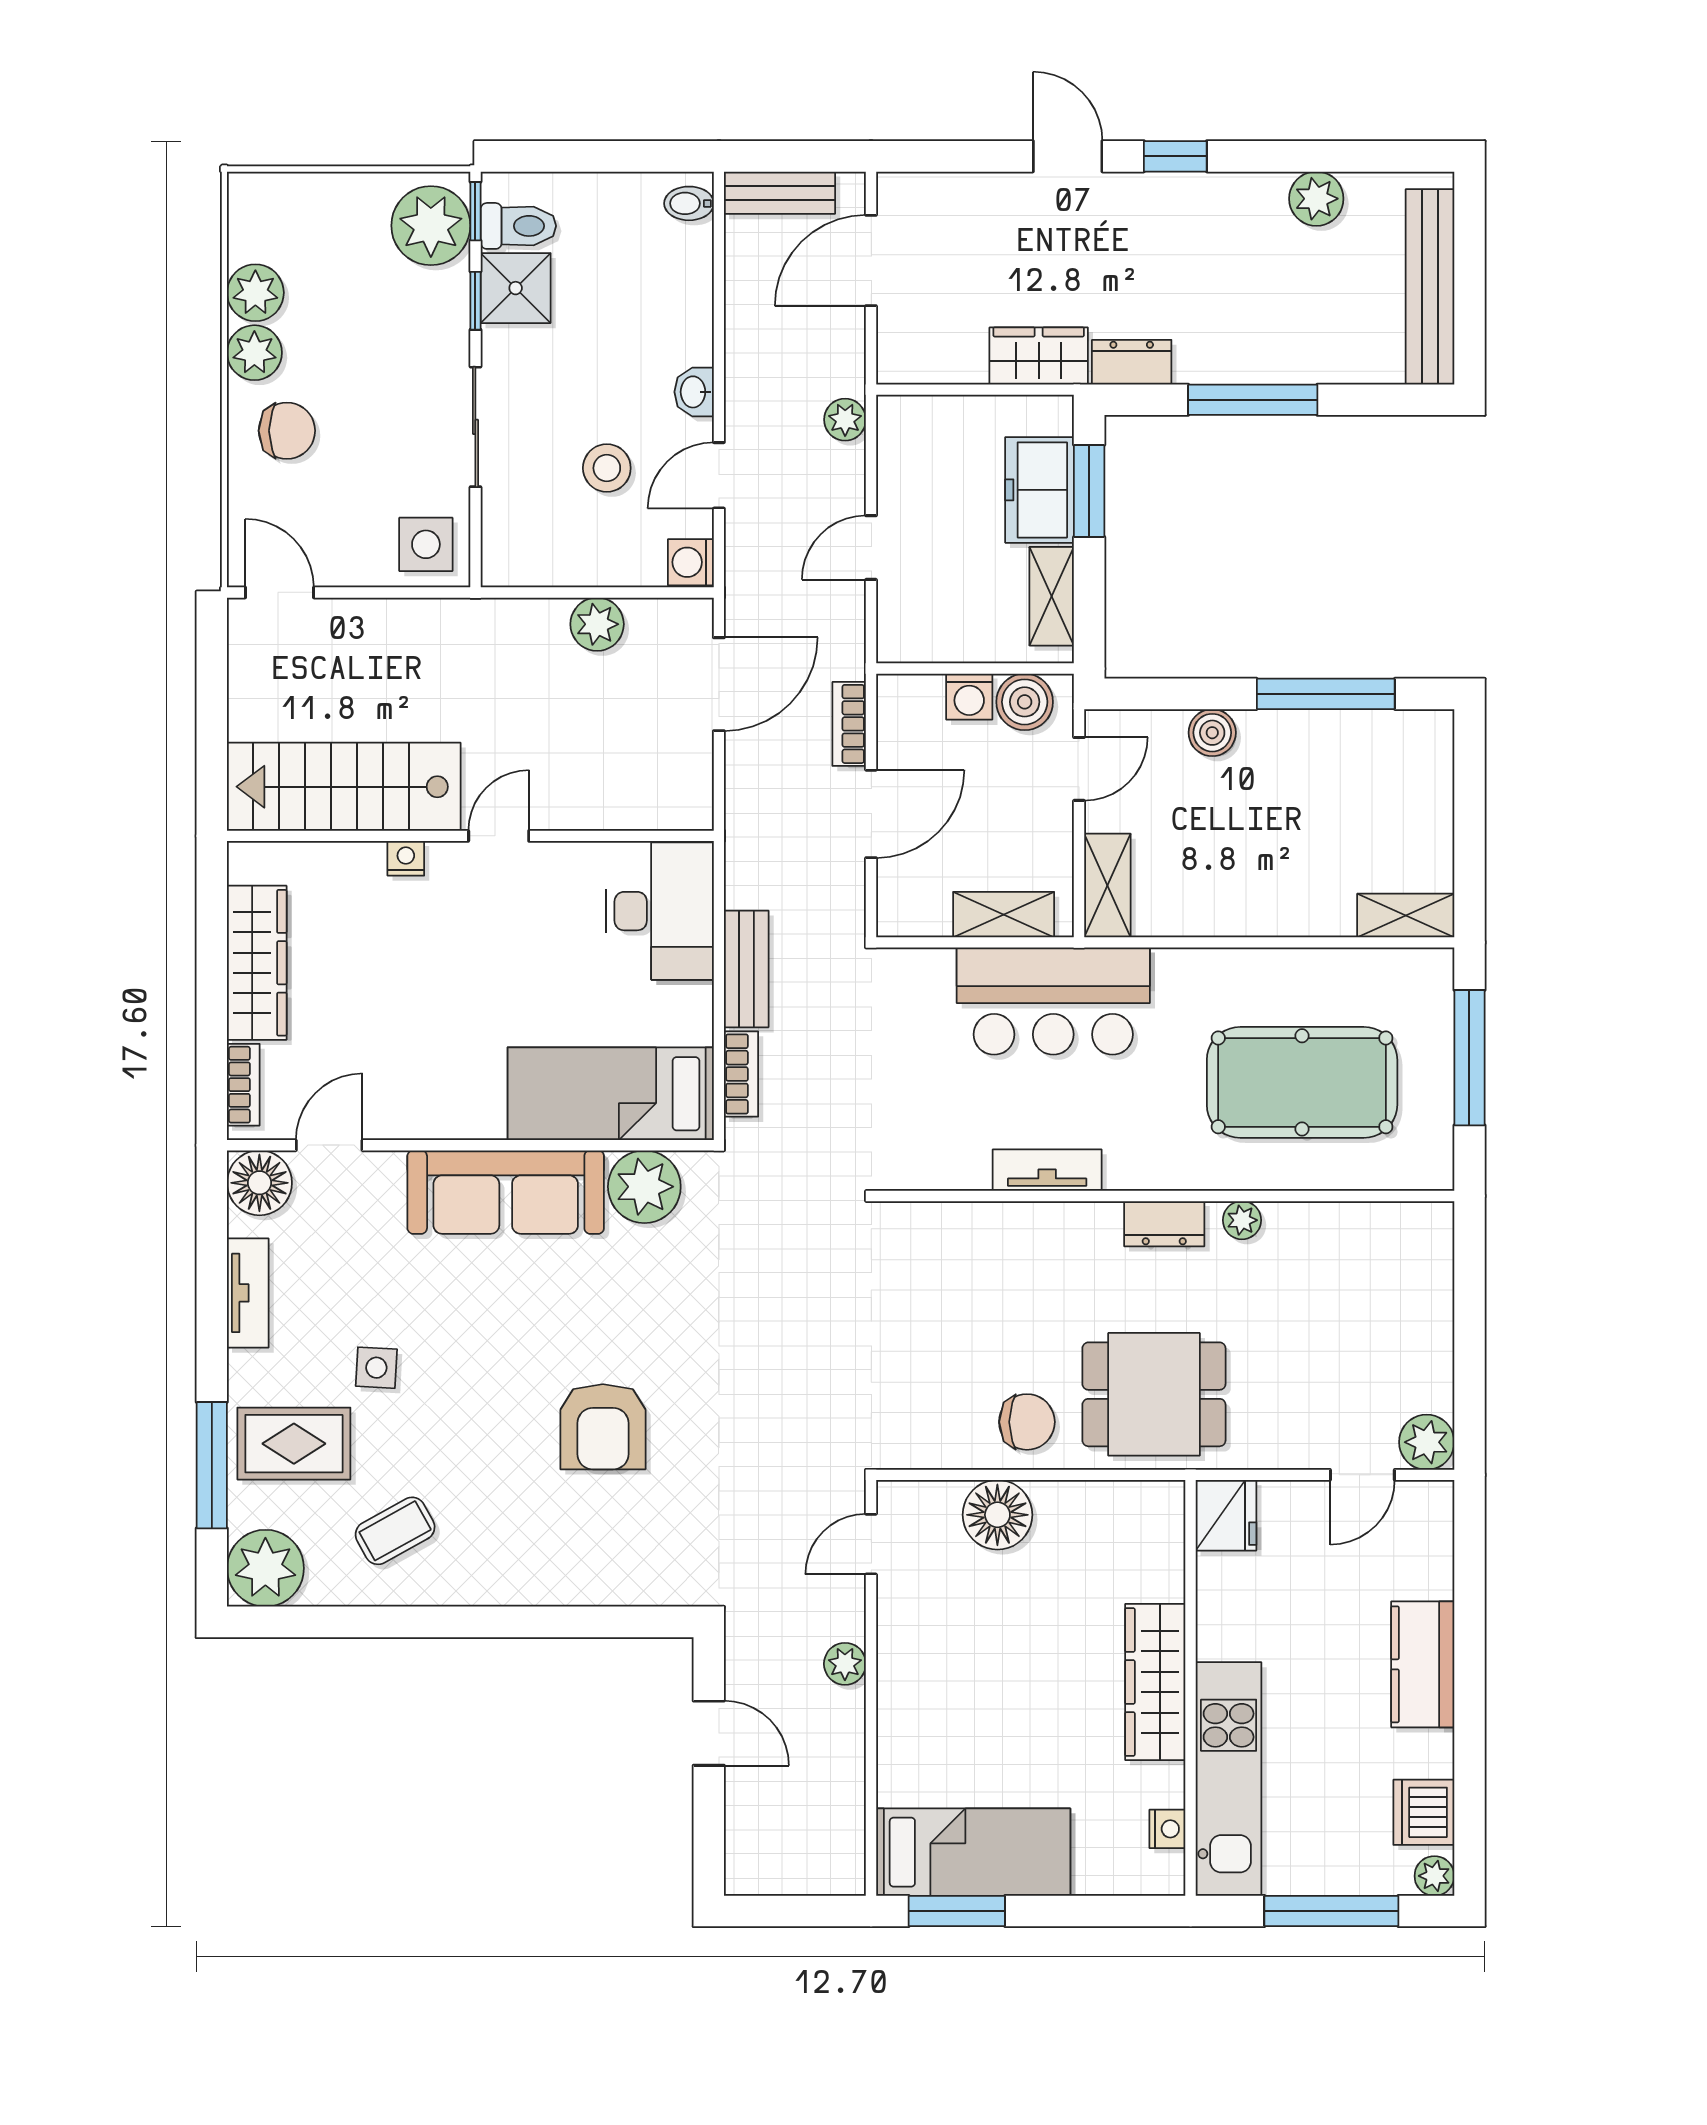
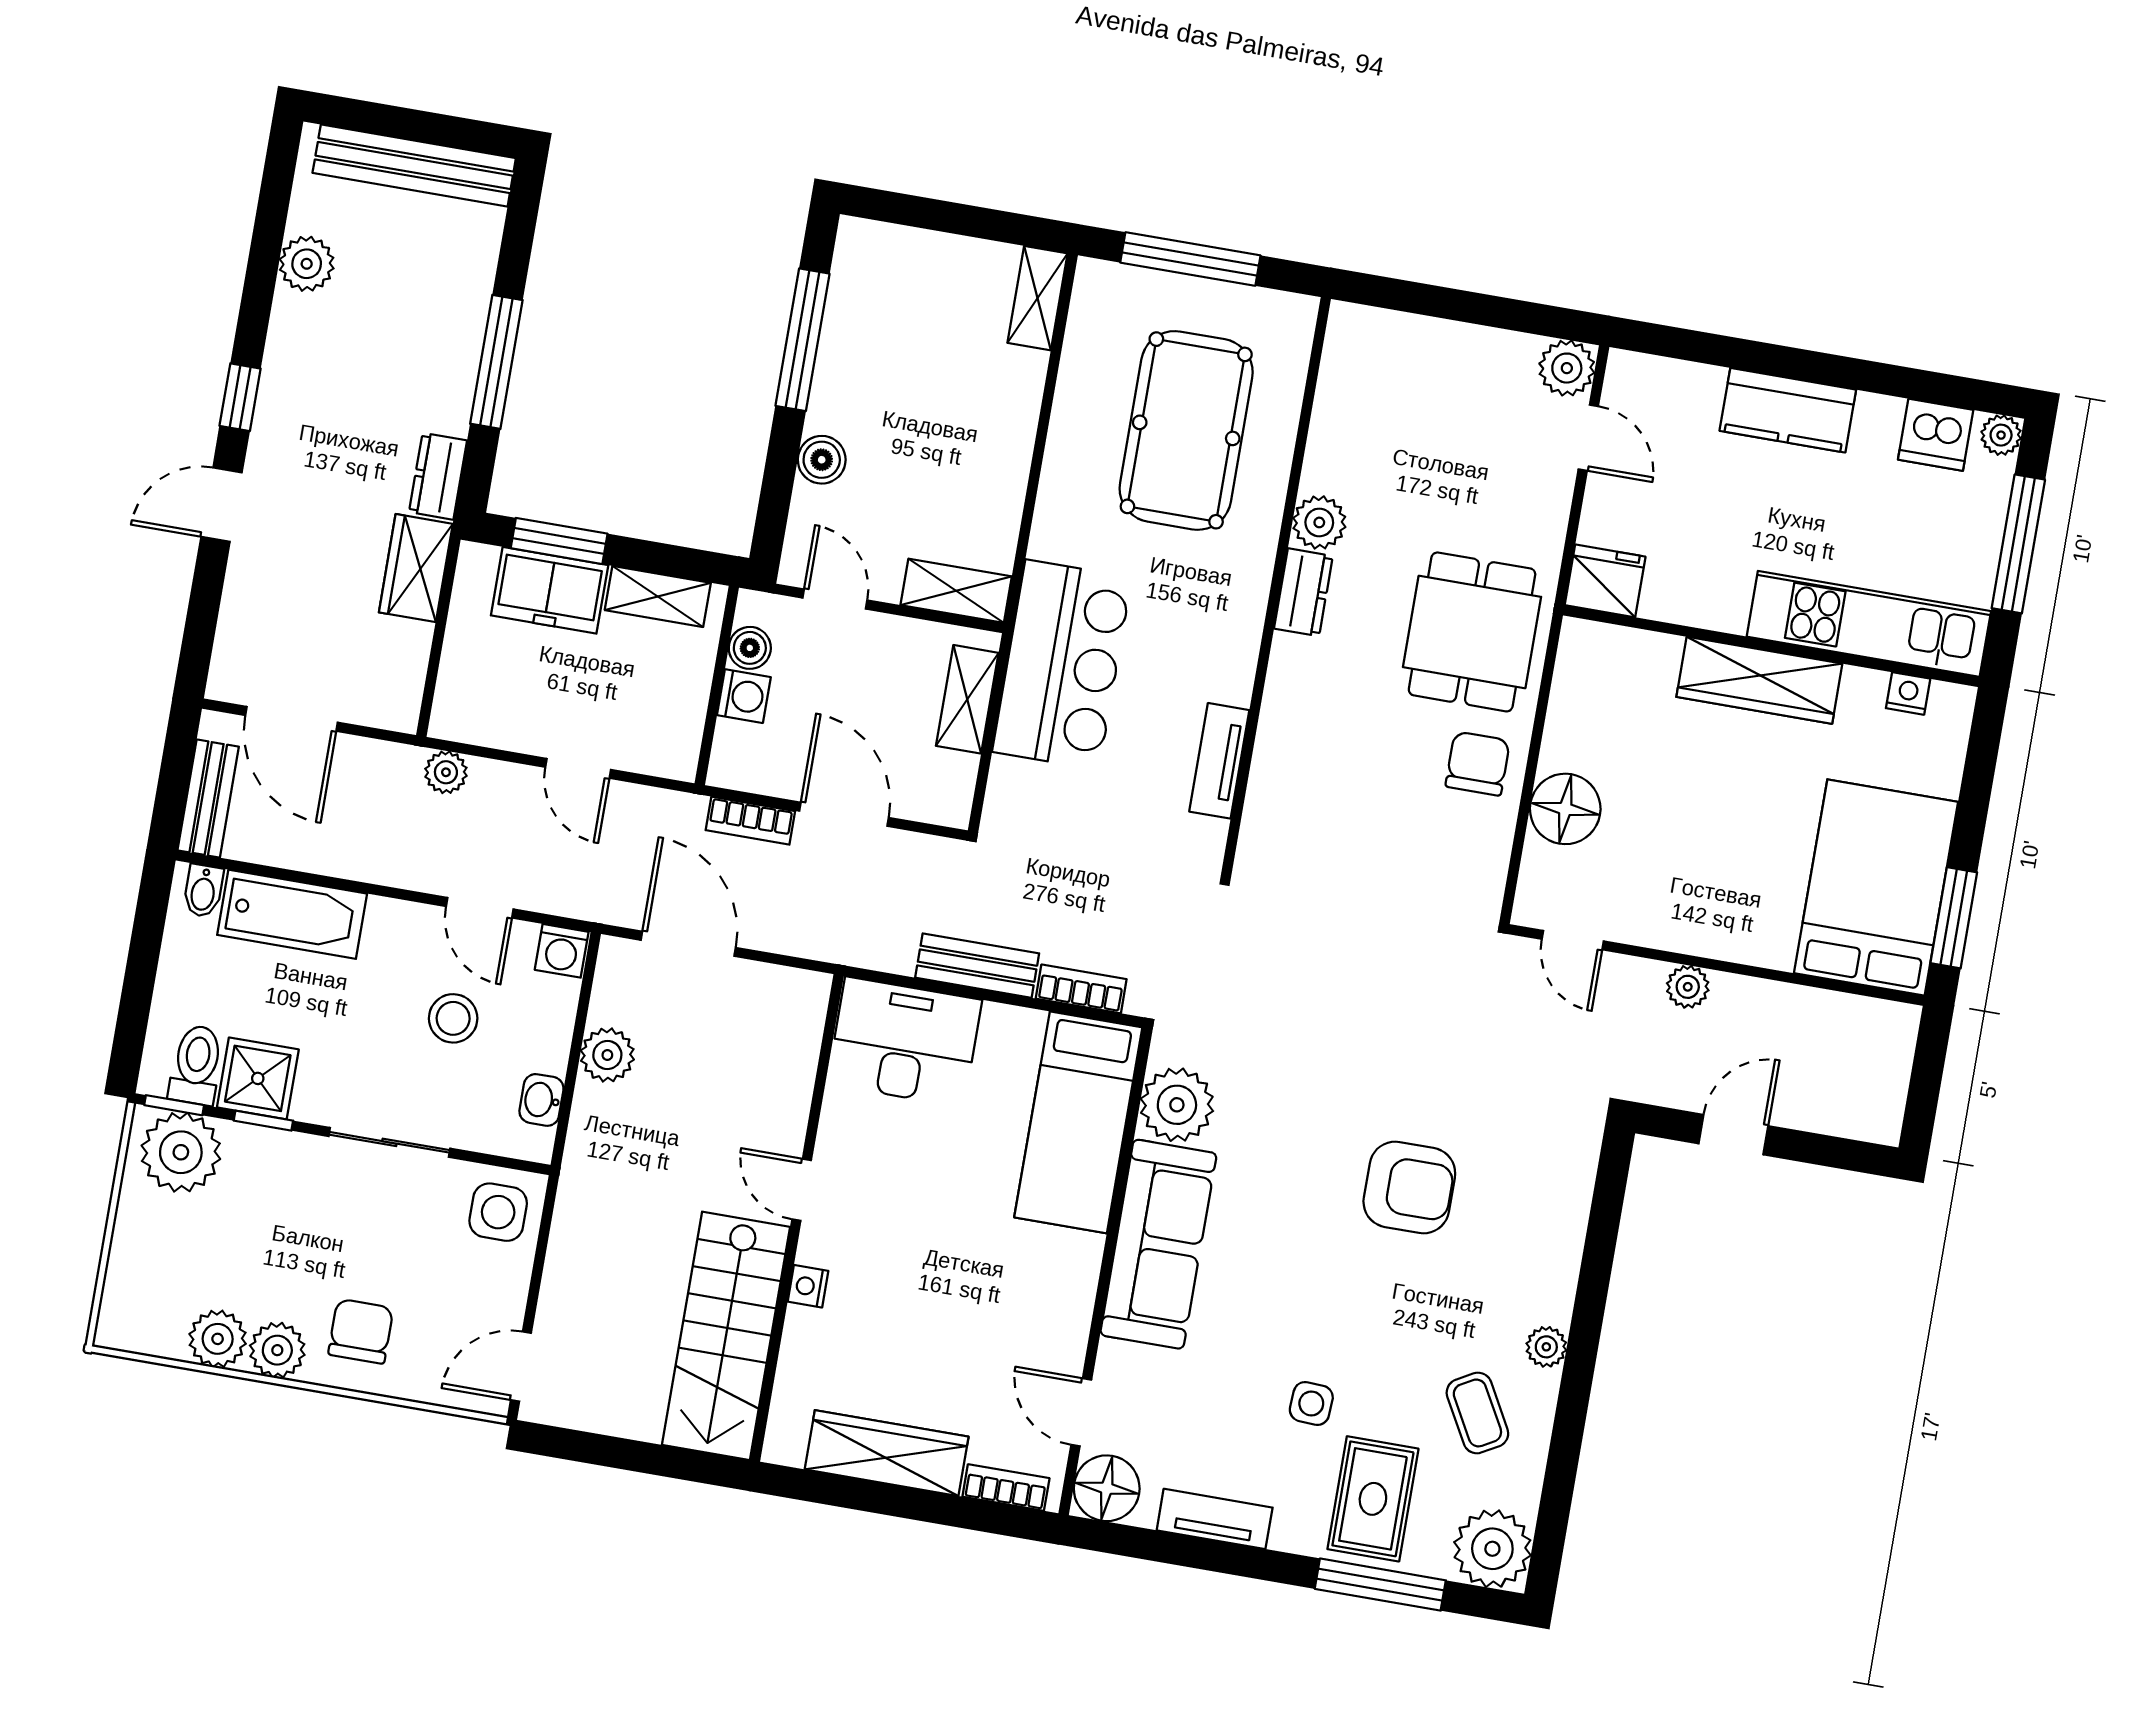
bathtub: (681, 294) -> (292, 914), added
washbasin: (694, 392) -> (541, 1100), moved, turned 90
boiler: (1025, 702) -> (750, 648), width x0.73, depth x0.73
tv unit: (1047, 1170) -> (1219, 761), moved
plant: (1242, 1220) -> (1319, 522), width x1.38, depth x1.38
plant: (471, 1587) -> (1546, 1347), added
bed: (973, 1852) -> (1876, 888), width x1.50

